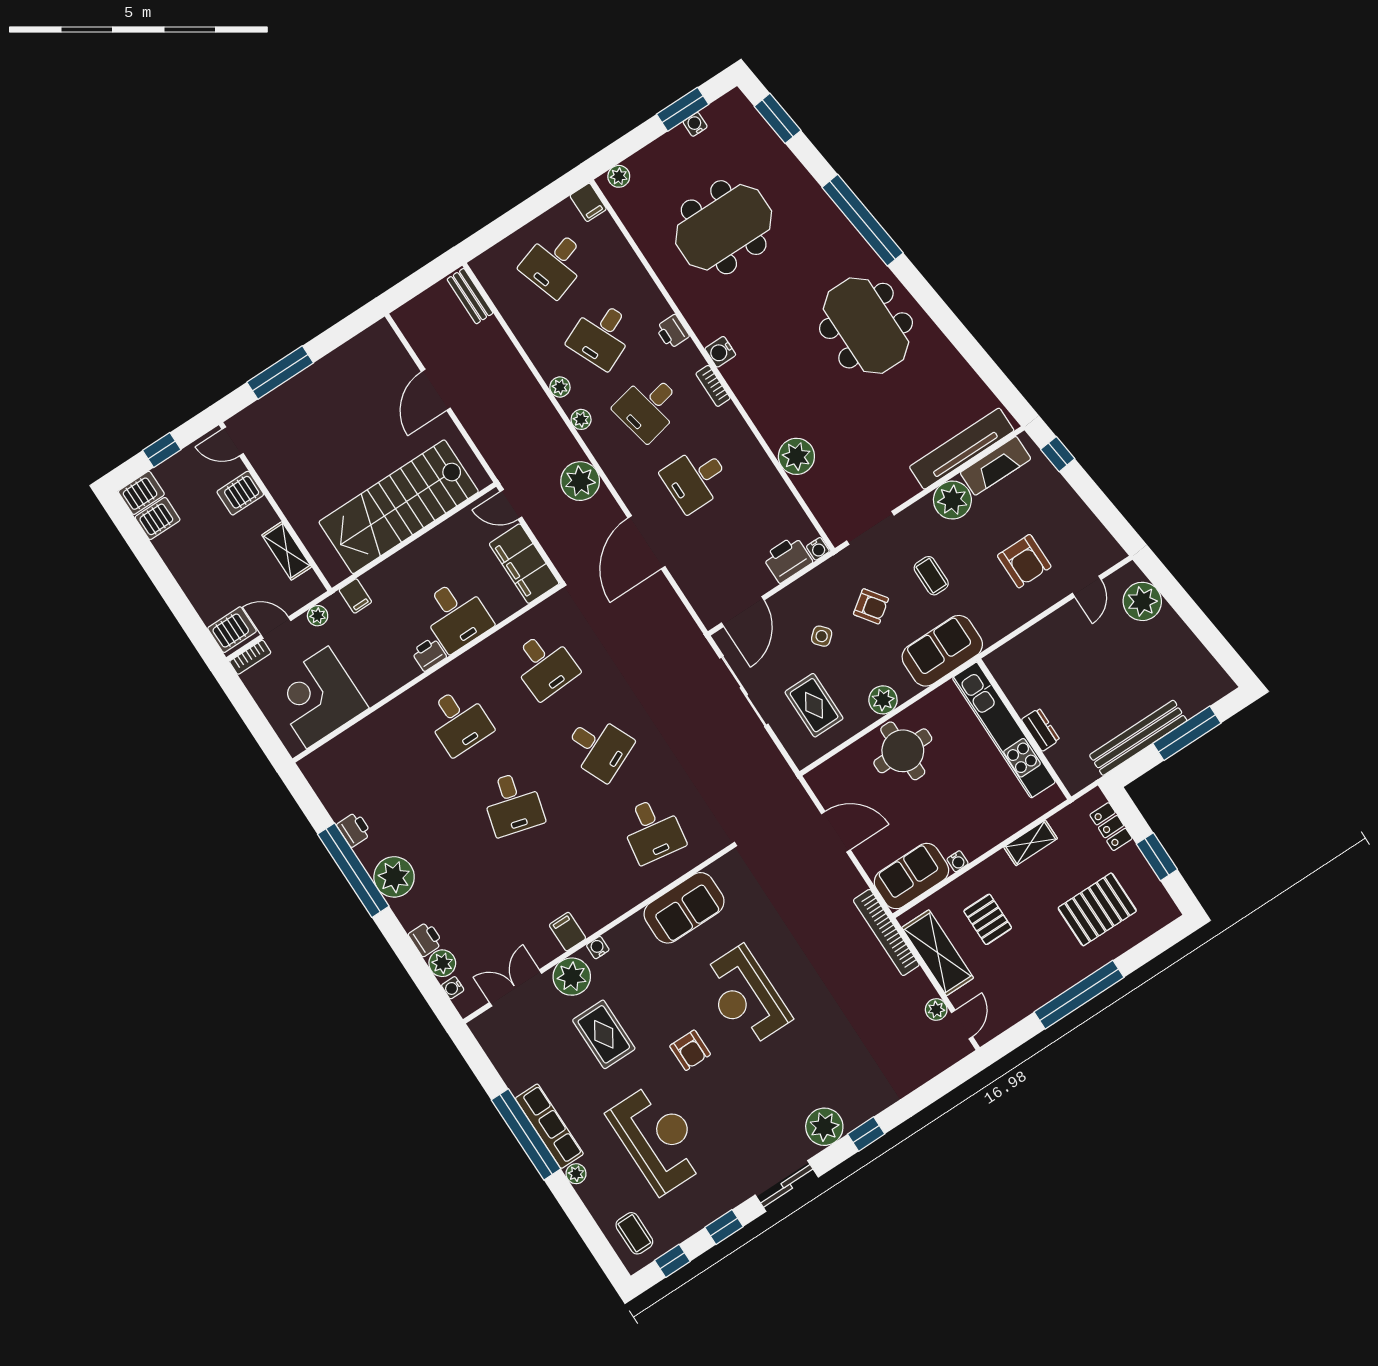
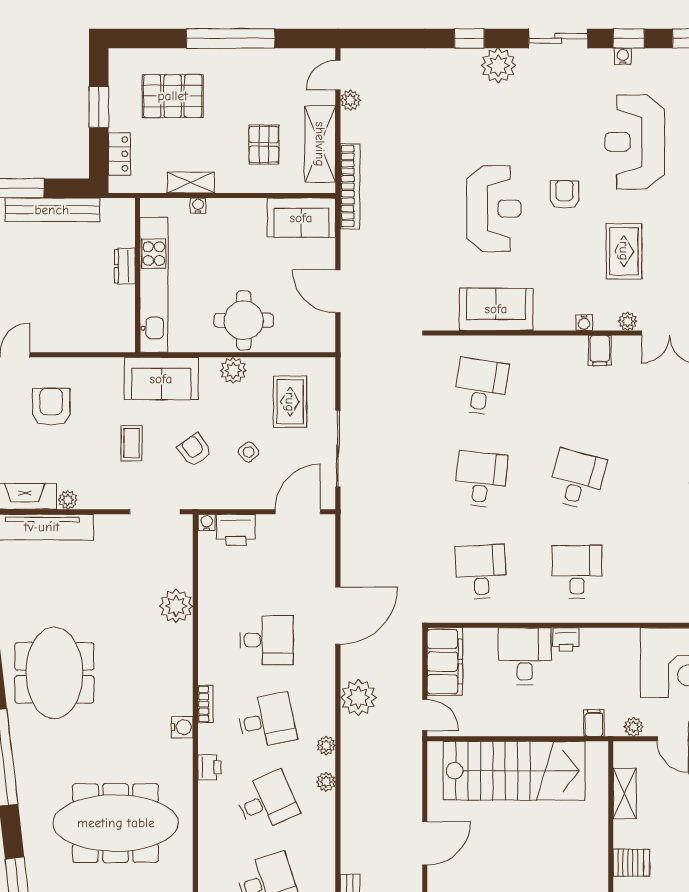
meeting table: (724, 227) -> (116, 823), width x1.36
plant: (952, 500) -> (68, 500), width x0.53, depth x0.53
desk: (598, 748) -> (481, 479), turned 30
water cooler: (958, 861) -> (198, 206), moved
plant: (572, 977) -> (628, 321), width x0.53, depth x0.53
water cooler: (719, 1208) -> (623, 56), added

